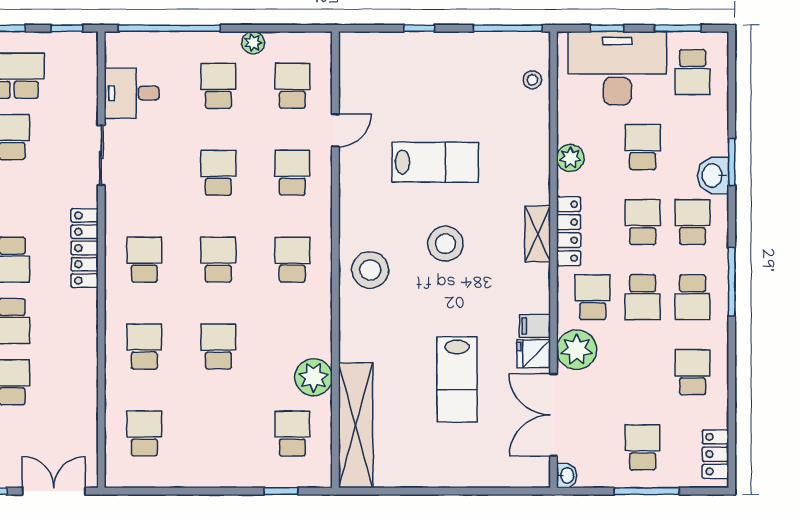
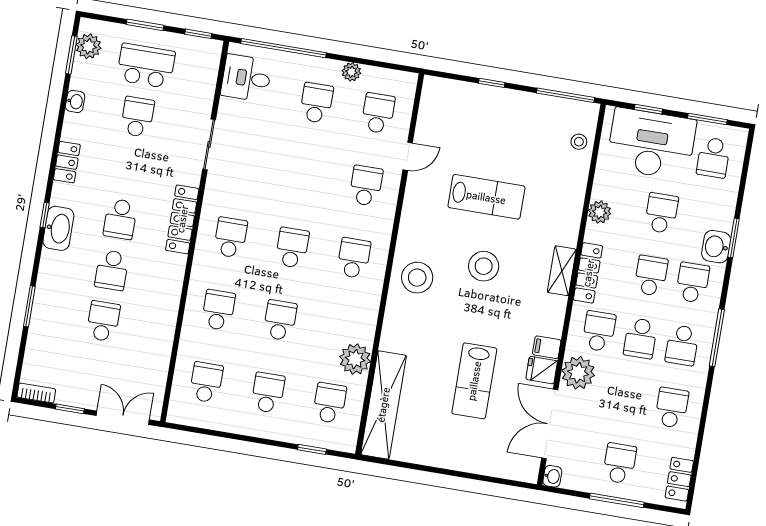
desk: (132, 93) -> (246, 78), moved
school desk: (218, 173) -> (268, 393), moved

